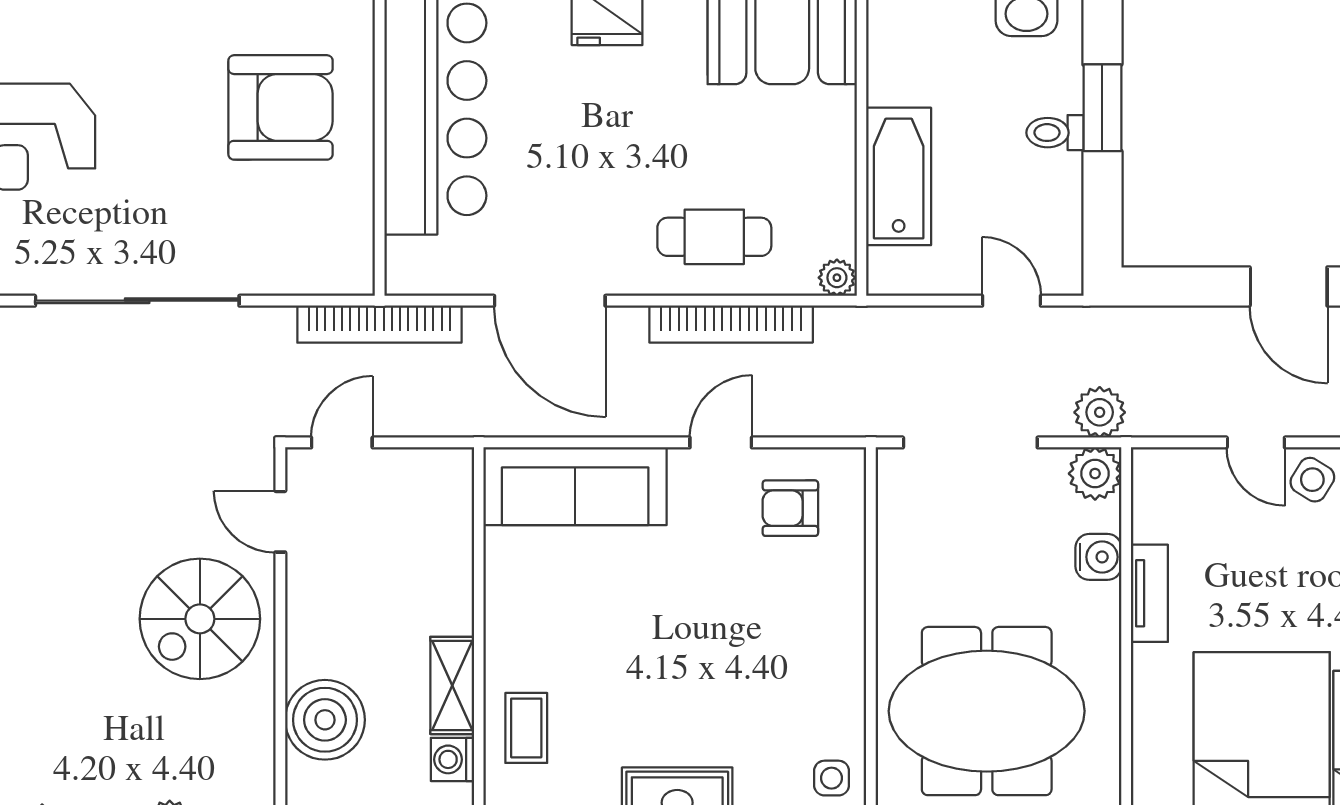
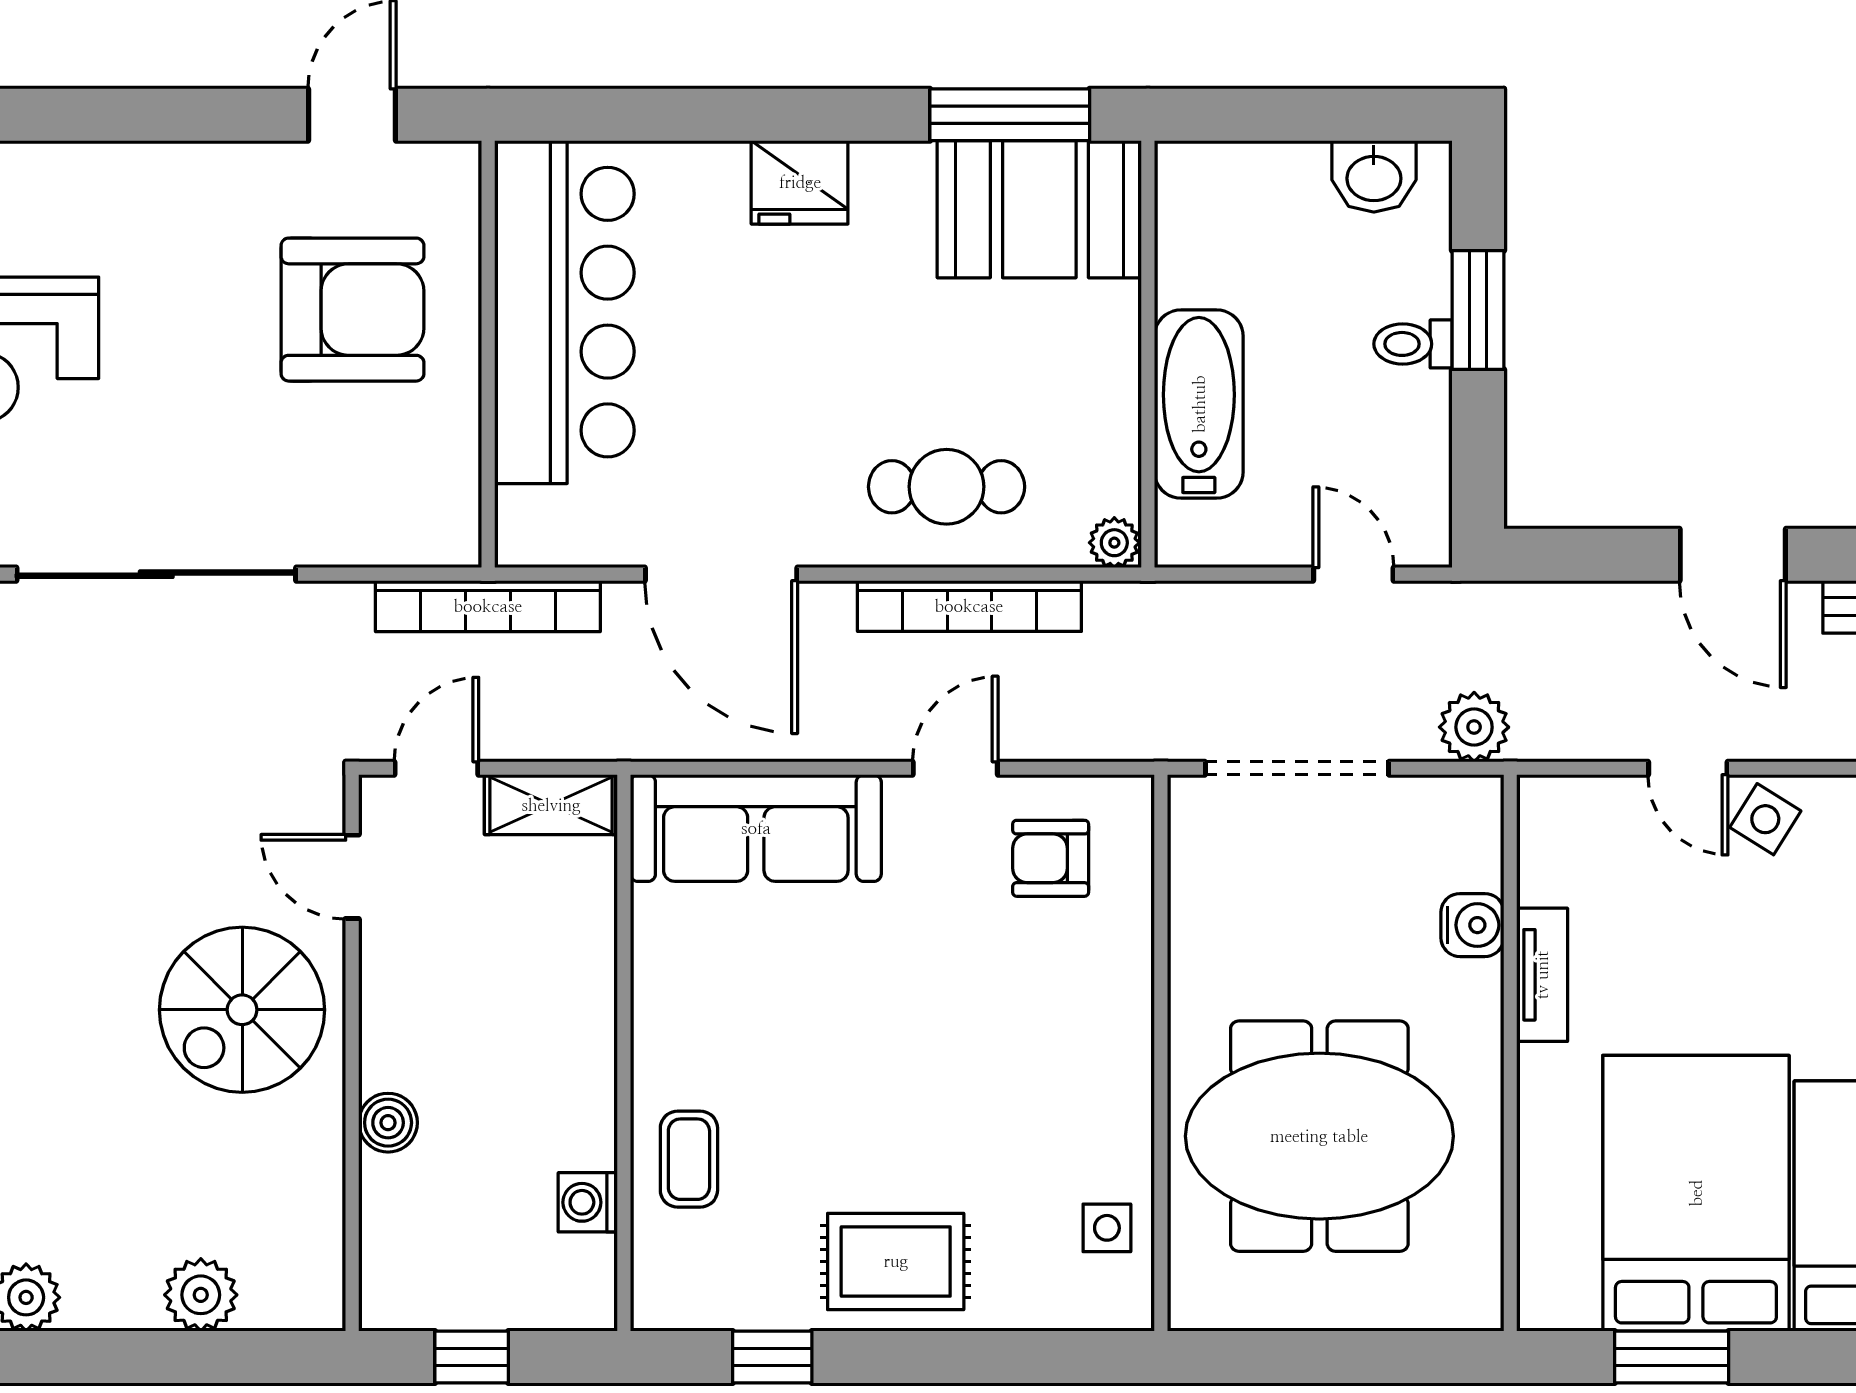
plant: (1095, 474) -> (1468, 811), removed
shelving: (452, 685) -> (551, 805), moved, turned 90
boiler: (325, 720) -> (388, 1123), width x0.54, depth x0.54

